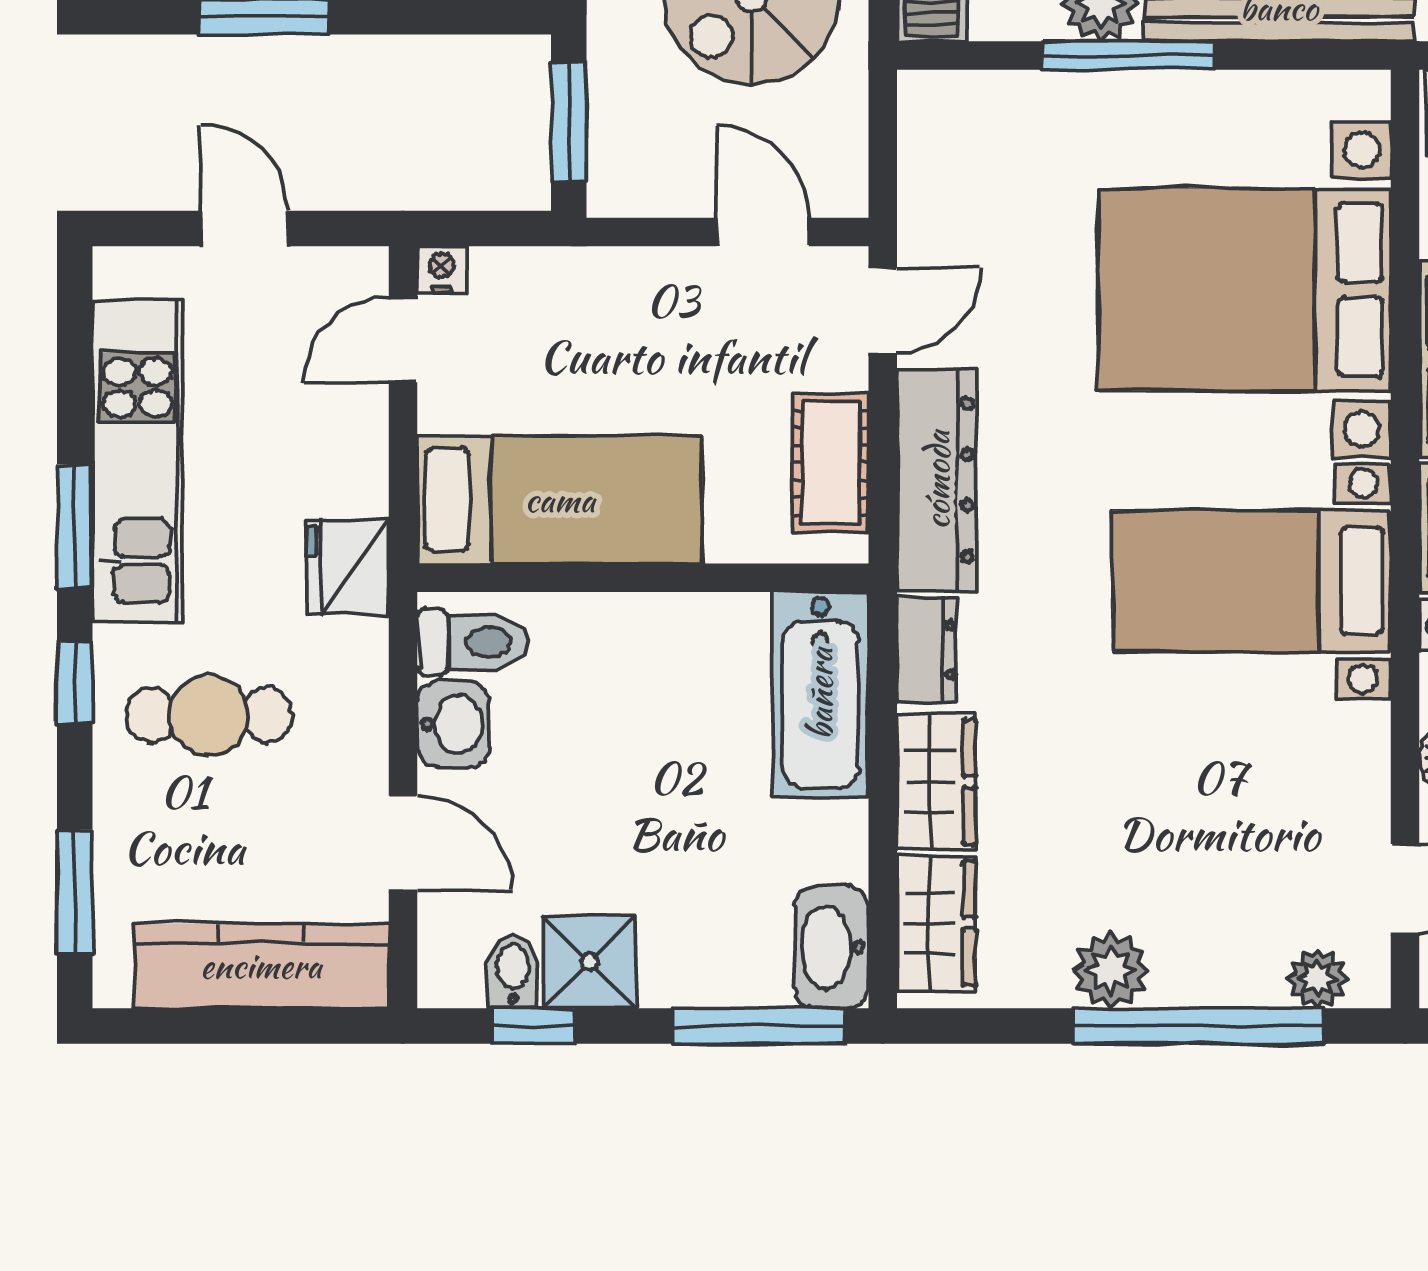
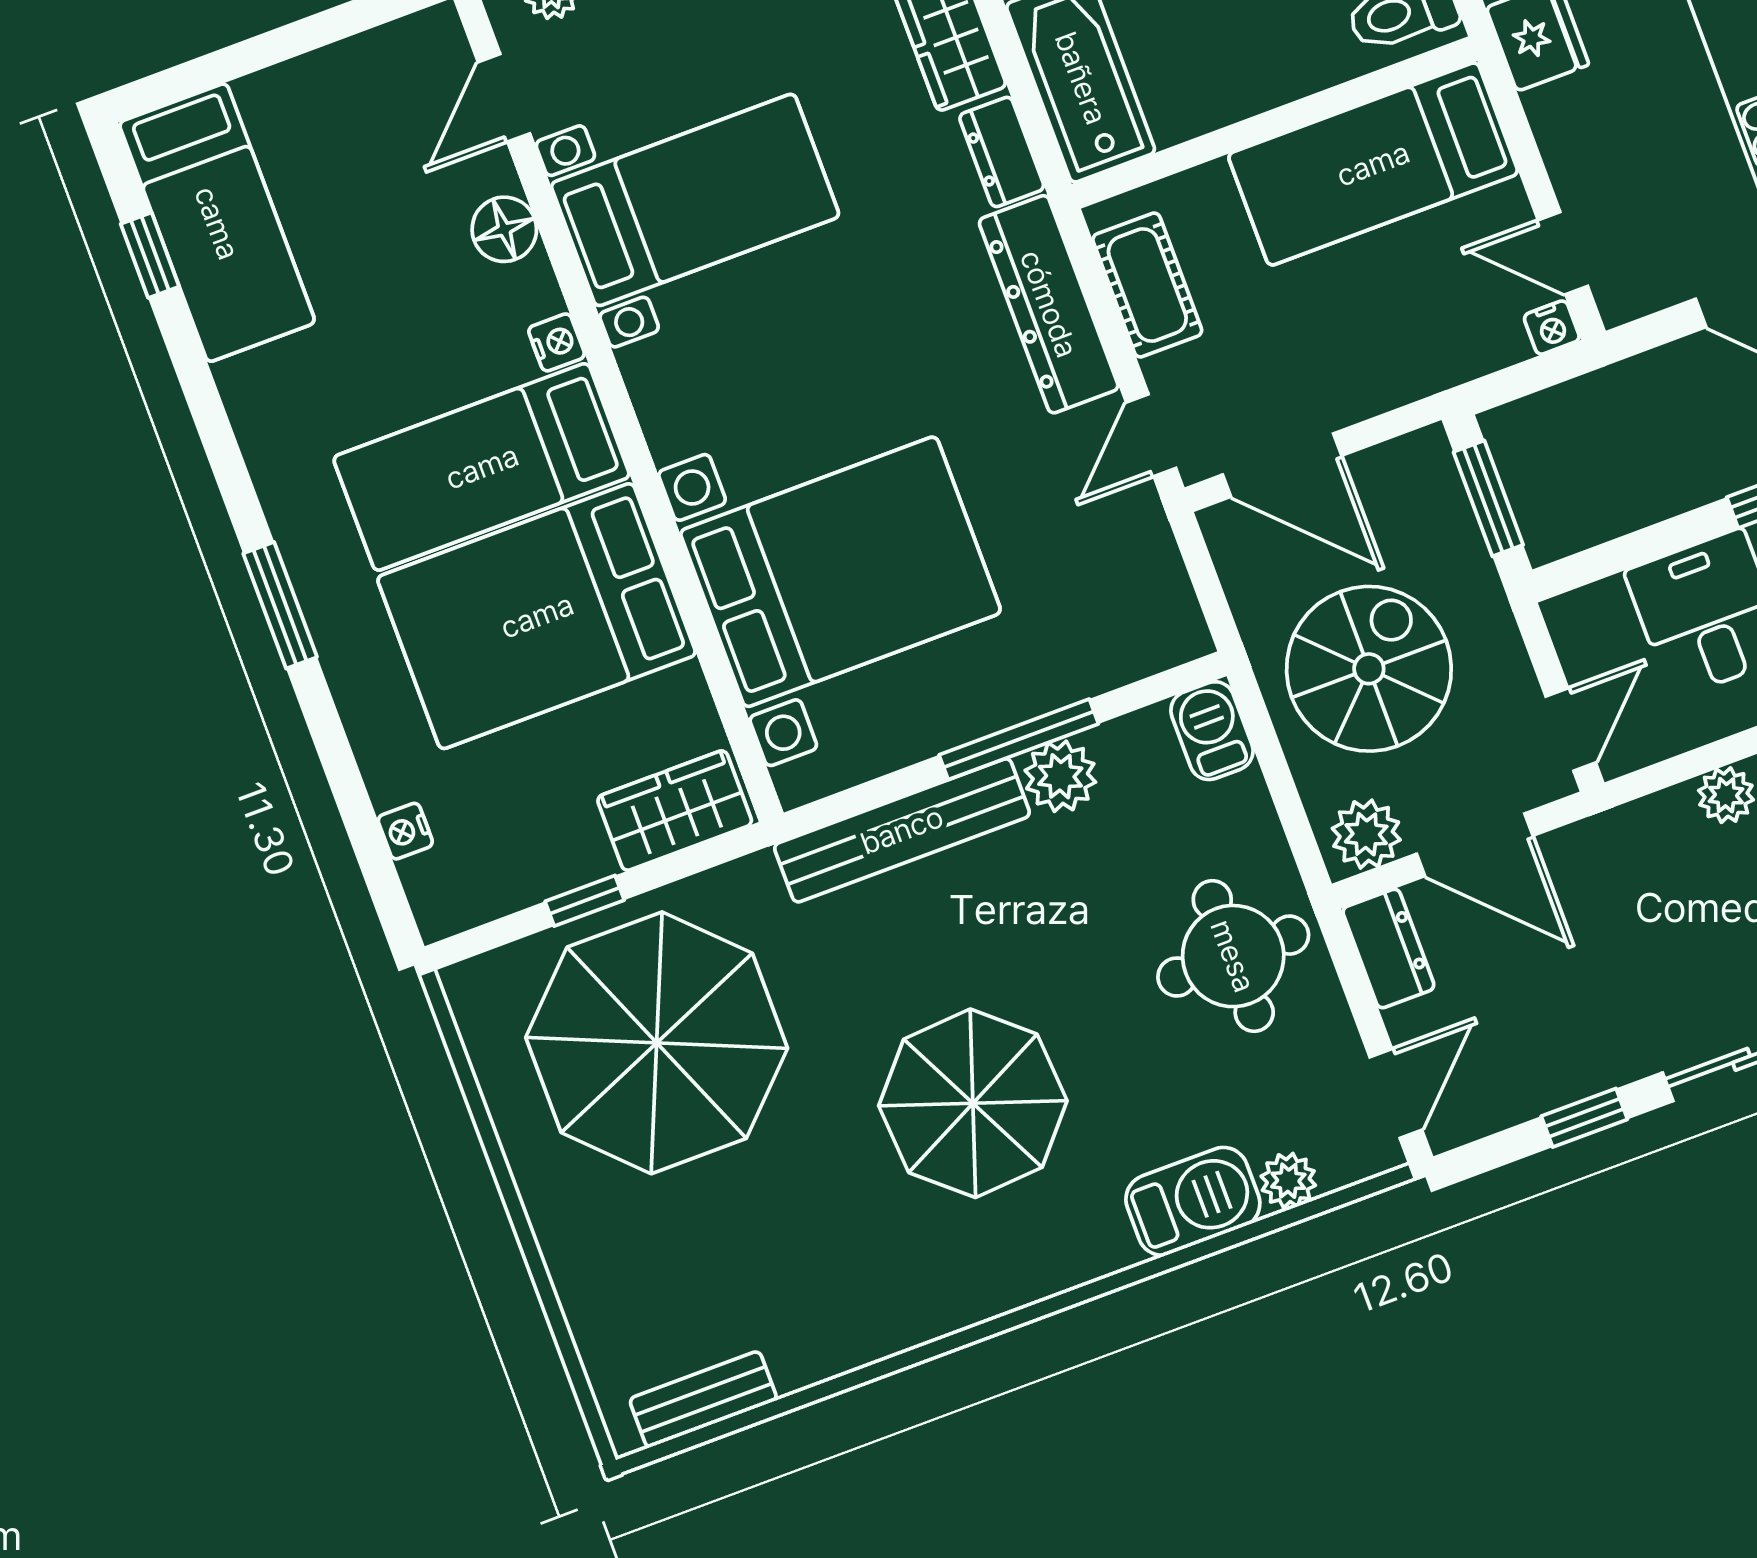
door: (763, 232) -> (1282, 465), width x1.38
door: (403, 340) -> (1563, 253), swing flipped
bed with nightstands: (1252, 581) -> (695, 200), moved

